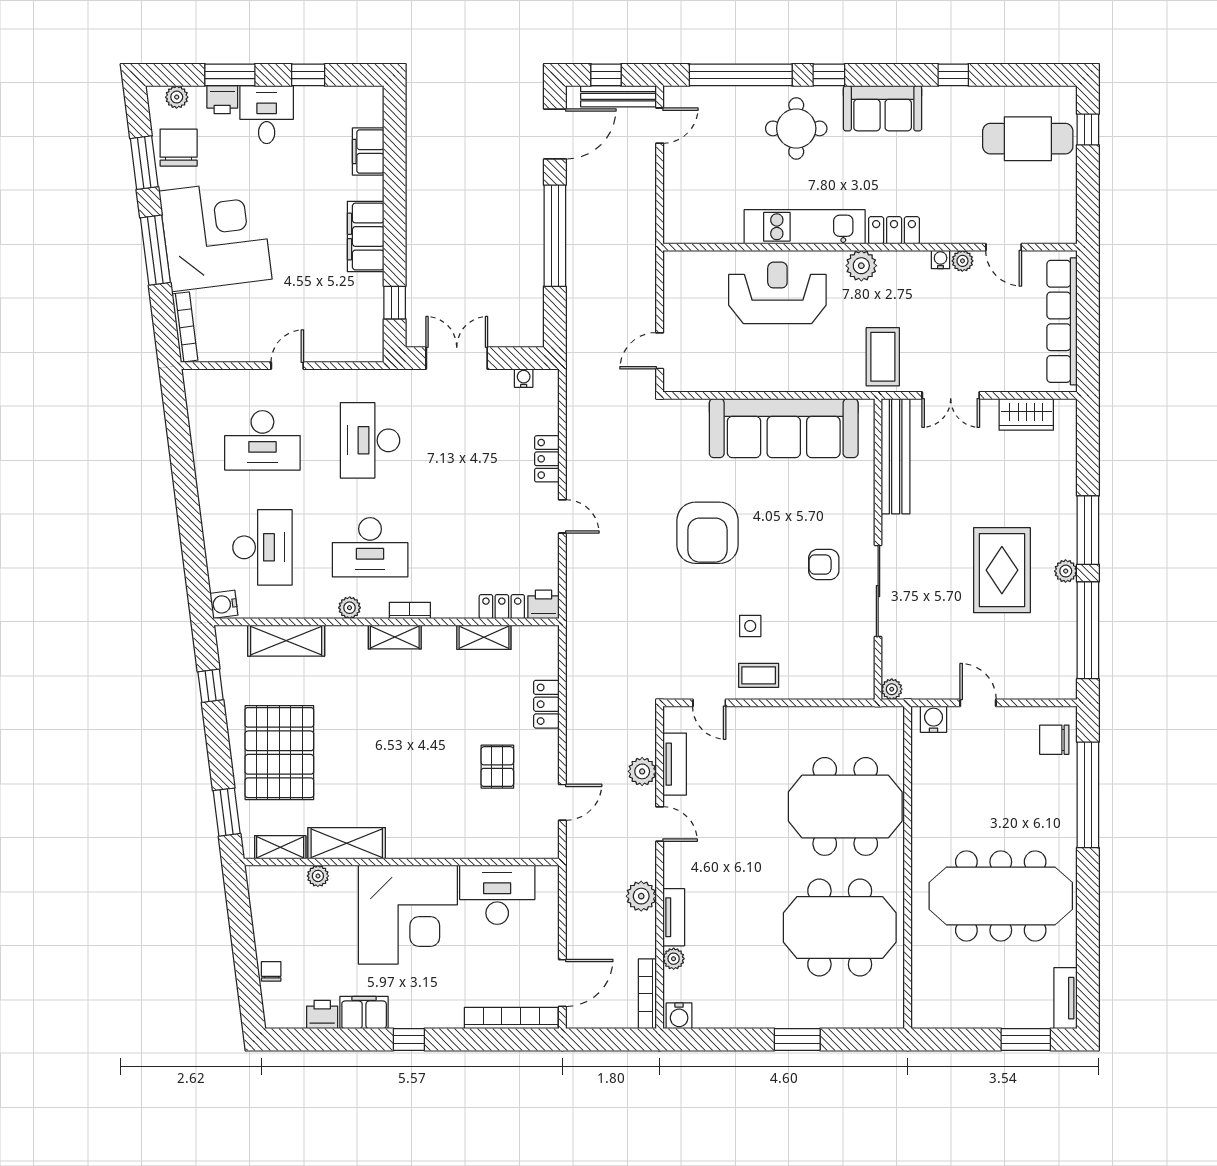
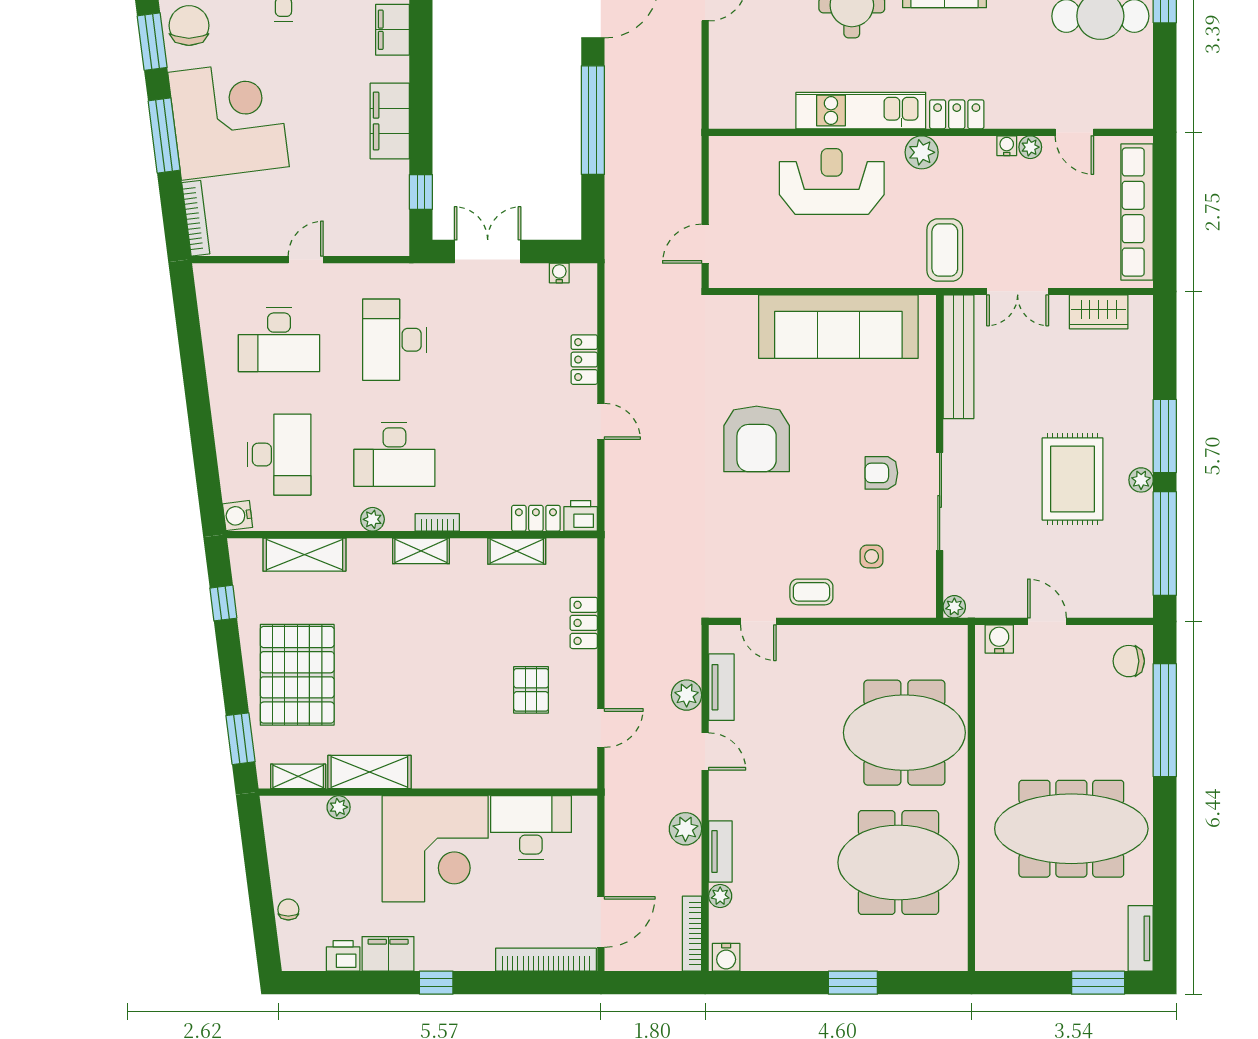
side table: (750, 626) -> (872, 556), moved

